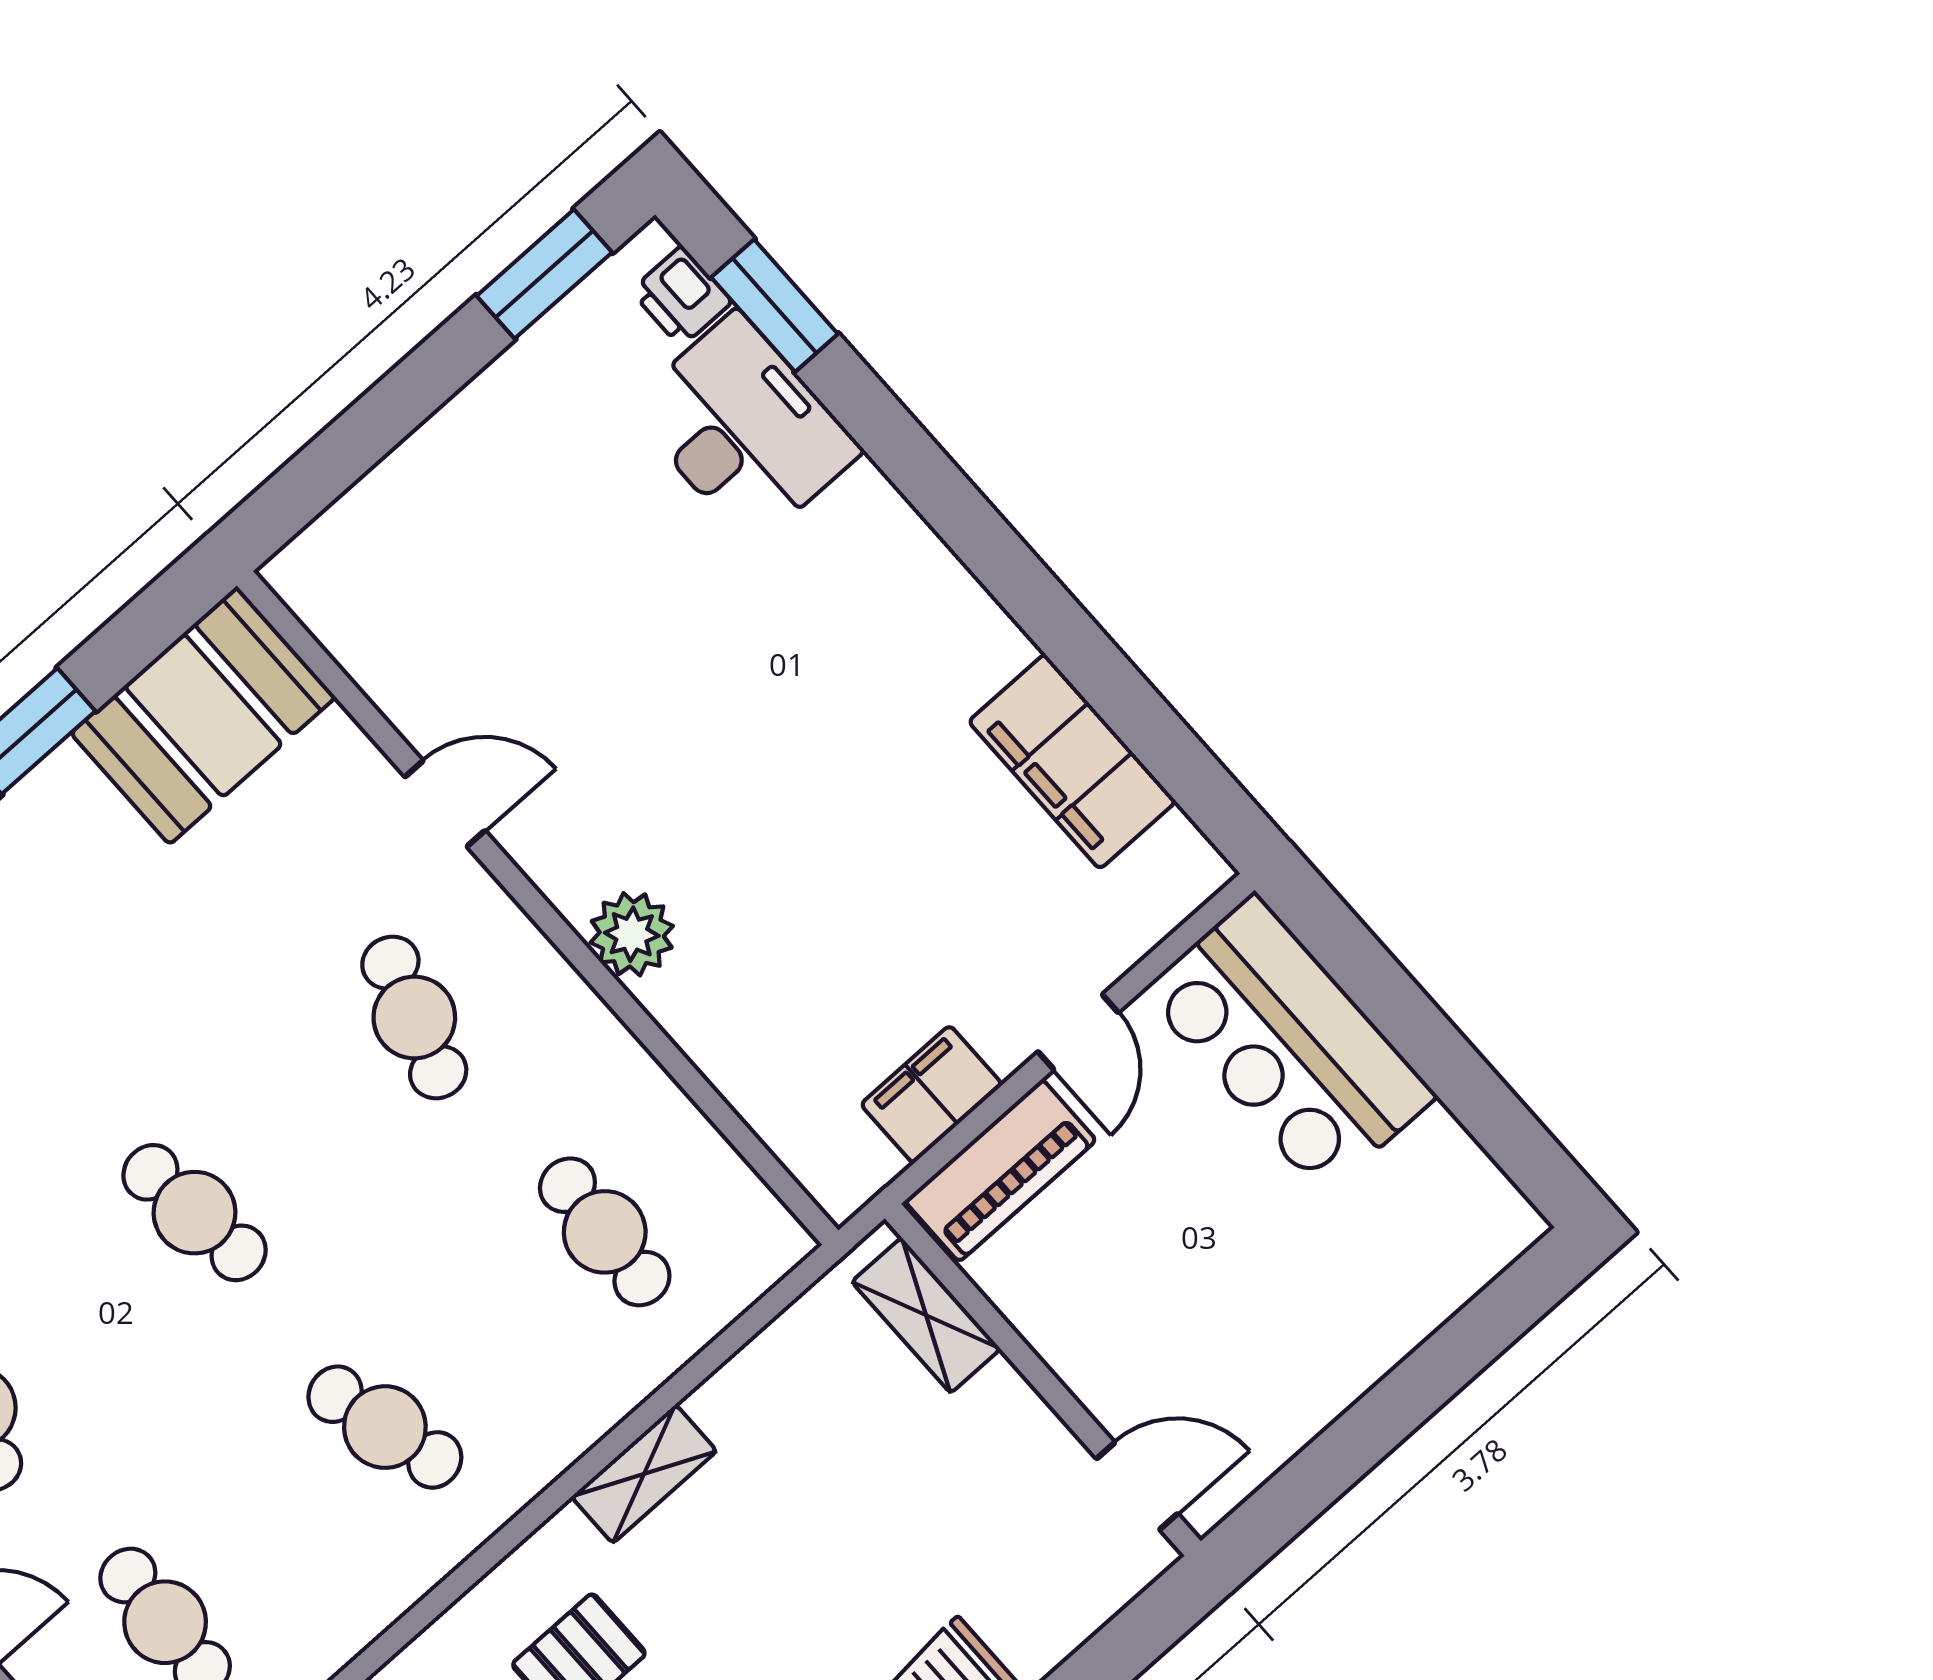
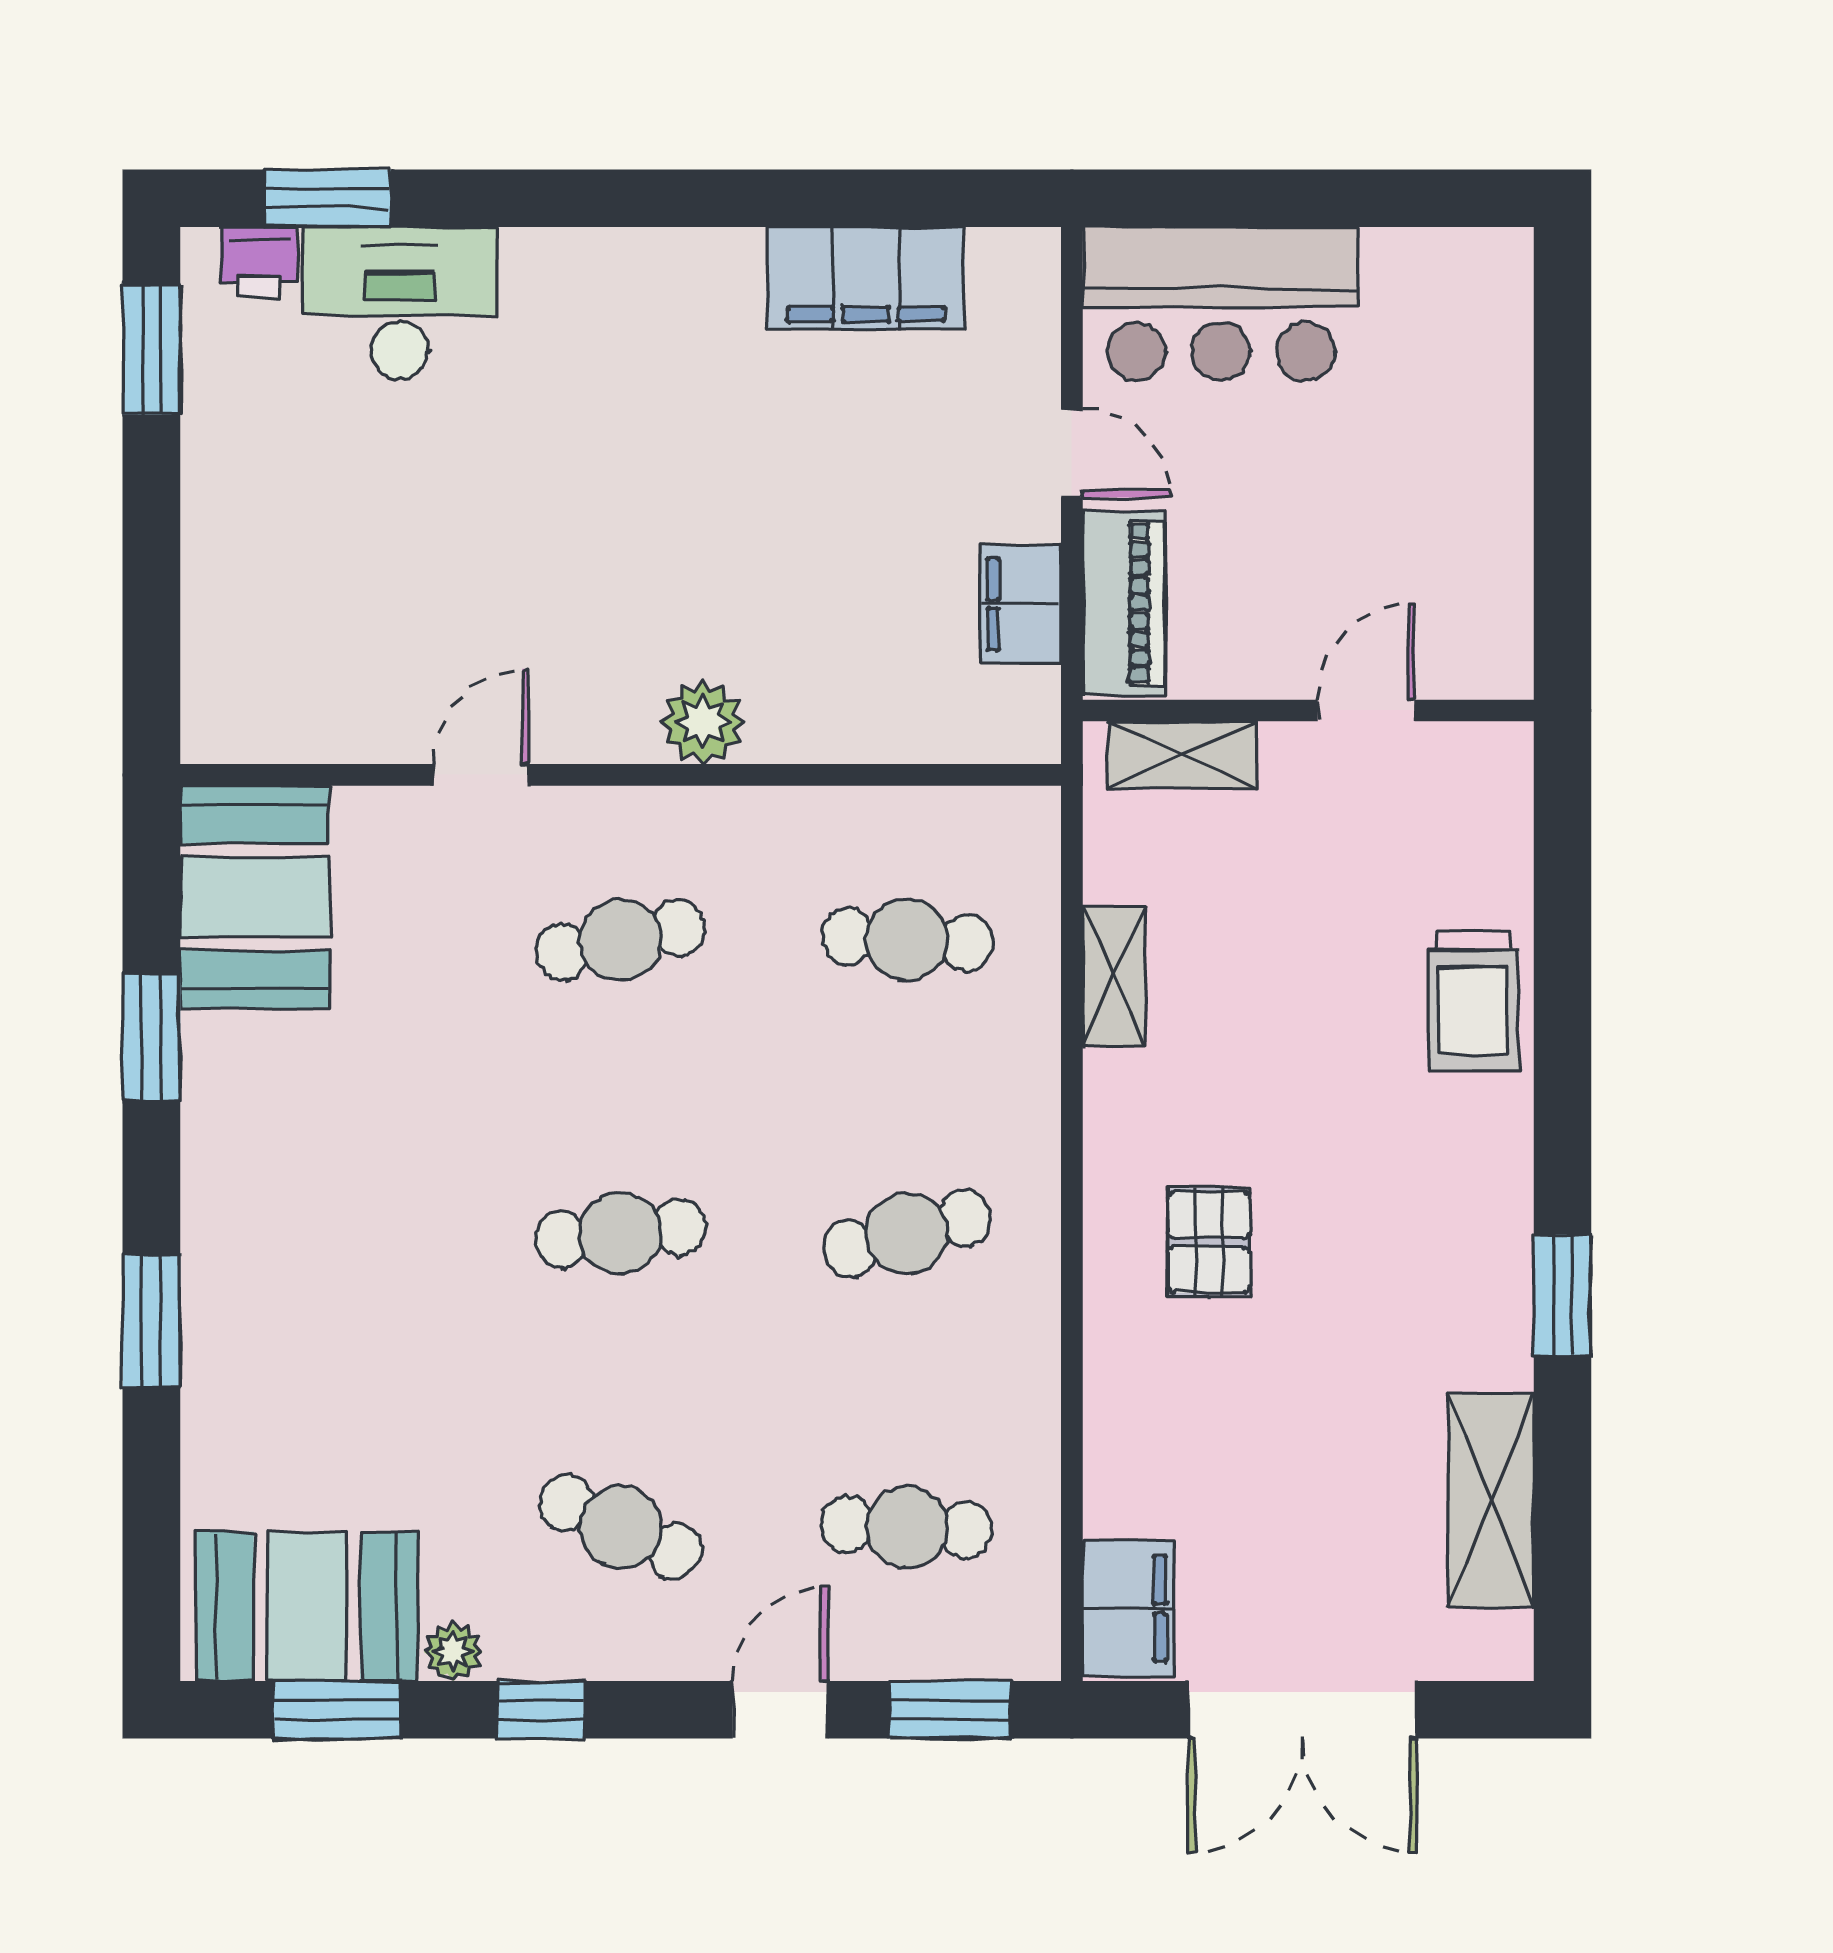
cafe table: (414, 1017) -> (621, 940), turned -30
shelving: (644, 1474) -> (1114, 976), moved
door: (1137, 1486) -> (1366, 710), moved

